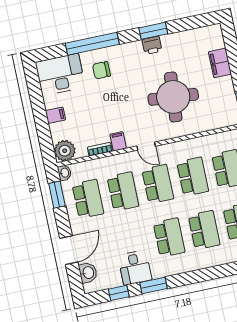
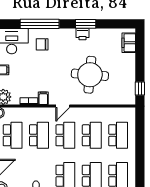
filing cabinet: (220, 63) -> (129, 43), moved
door: (146, 146) -> (63, 106), hinge flipped

